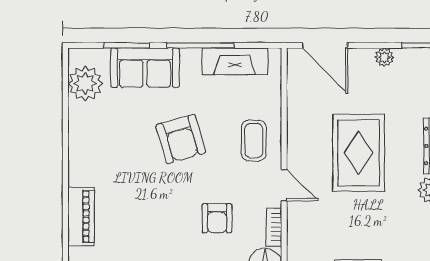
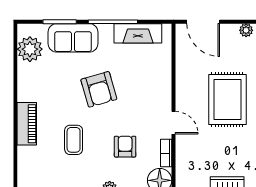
coffee table: (254, 141) -> (74, 140), moved
piano: (81, 217) -> (27, 124), moved
armchair: (217, 218) -> (125, 147), turned 180

